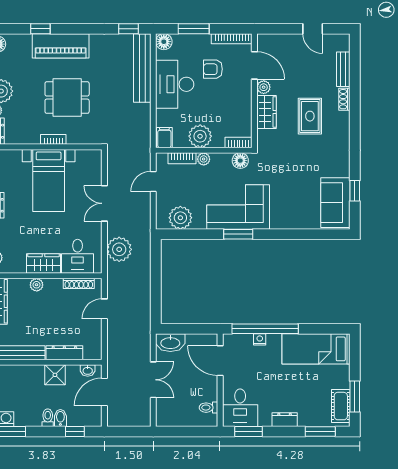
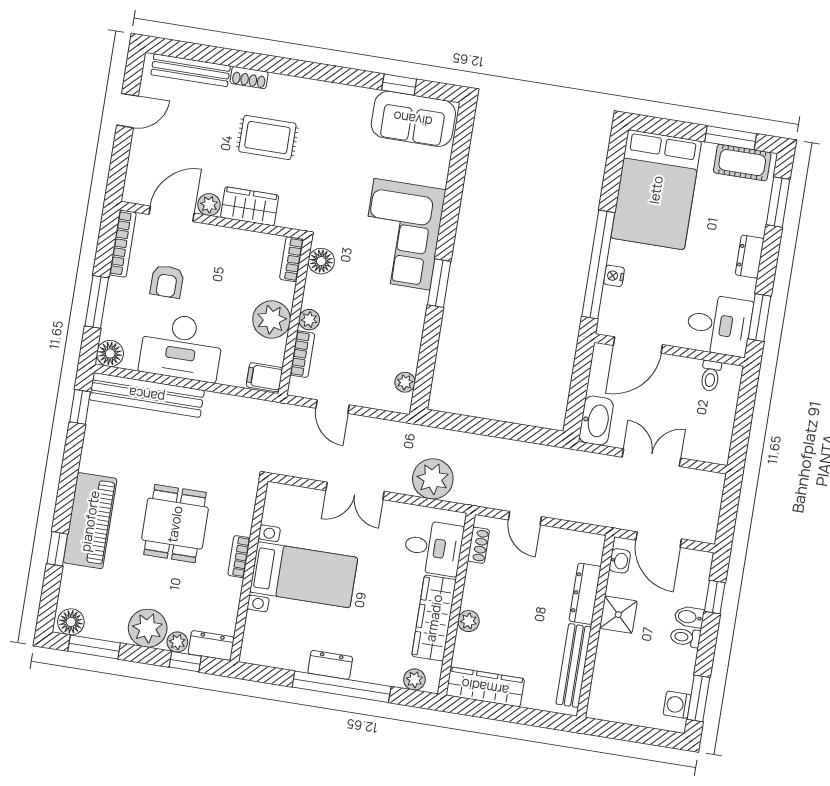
bench: (343, 69) -> (191, 70), width x1.36
corner sofa: (238, 207) -> (402, 234), moved
plant: (180, 218) -> (405, 382), width x0.53, depth x0.53
wardrobe: (43, 264) -> (434, 618), width x1.50
shoe rack: (79, 283) -> (478, 545), width x0.70
bed: (316, 349) -> (656, 190), width x1.50

